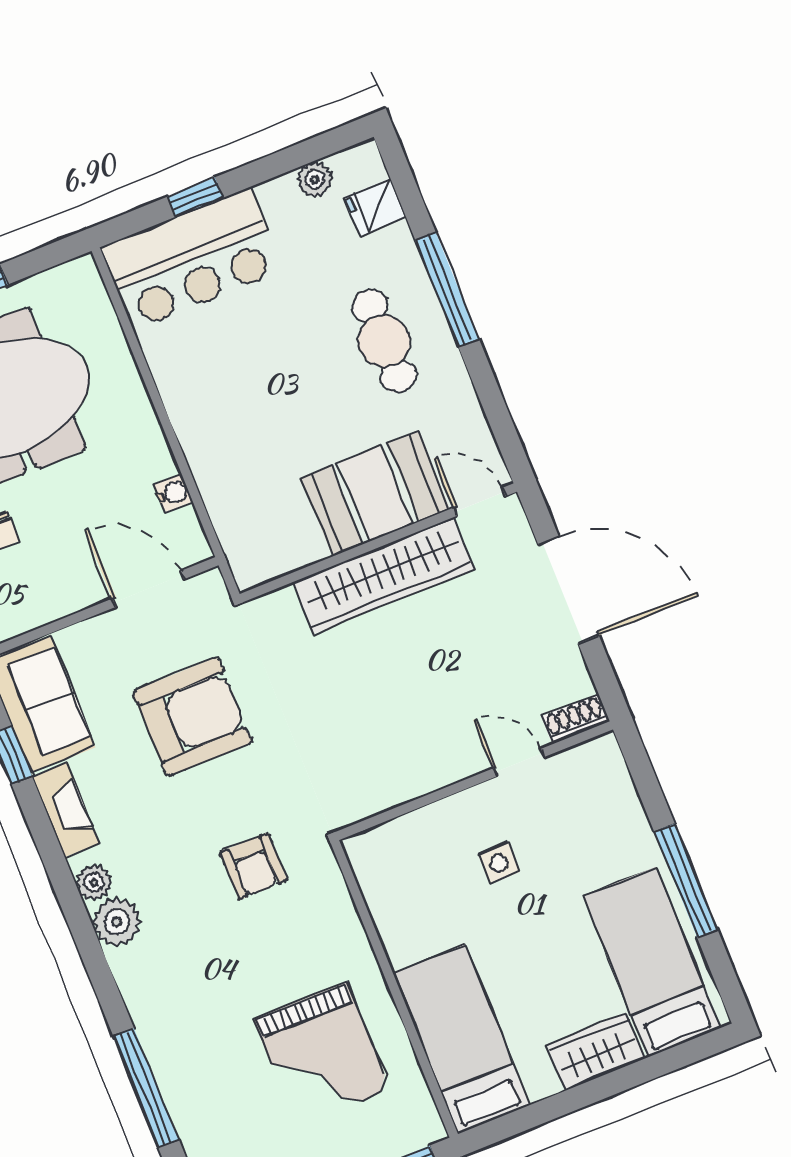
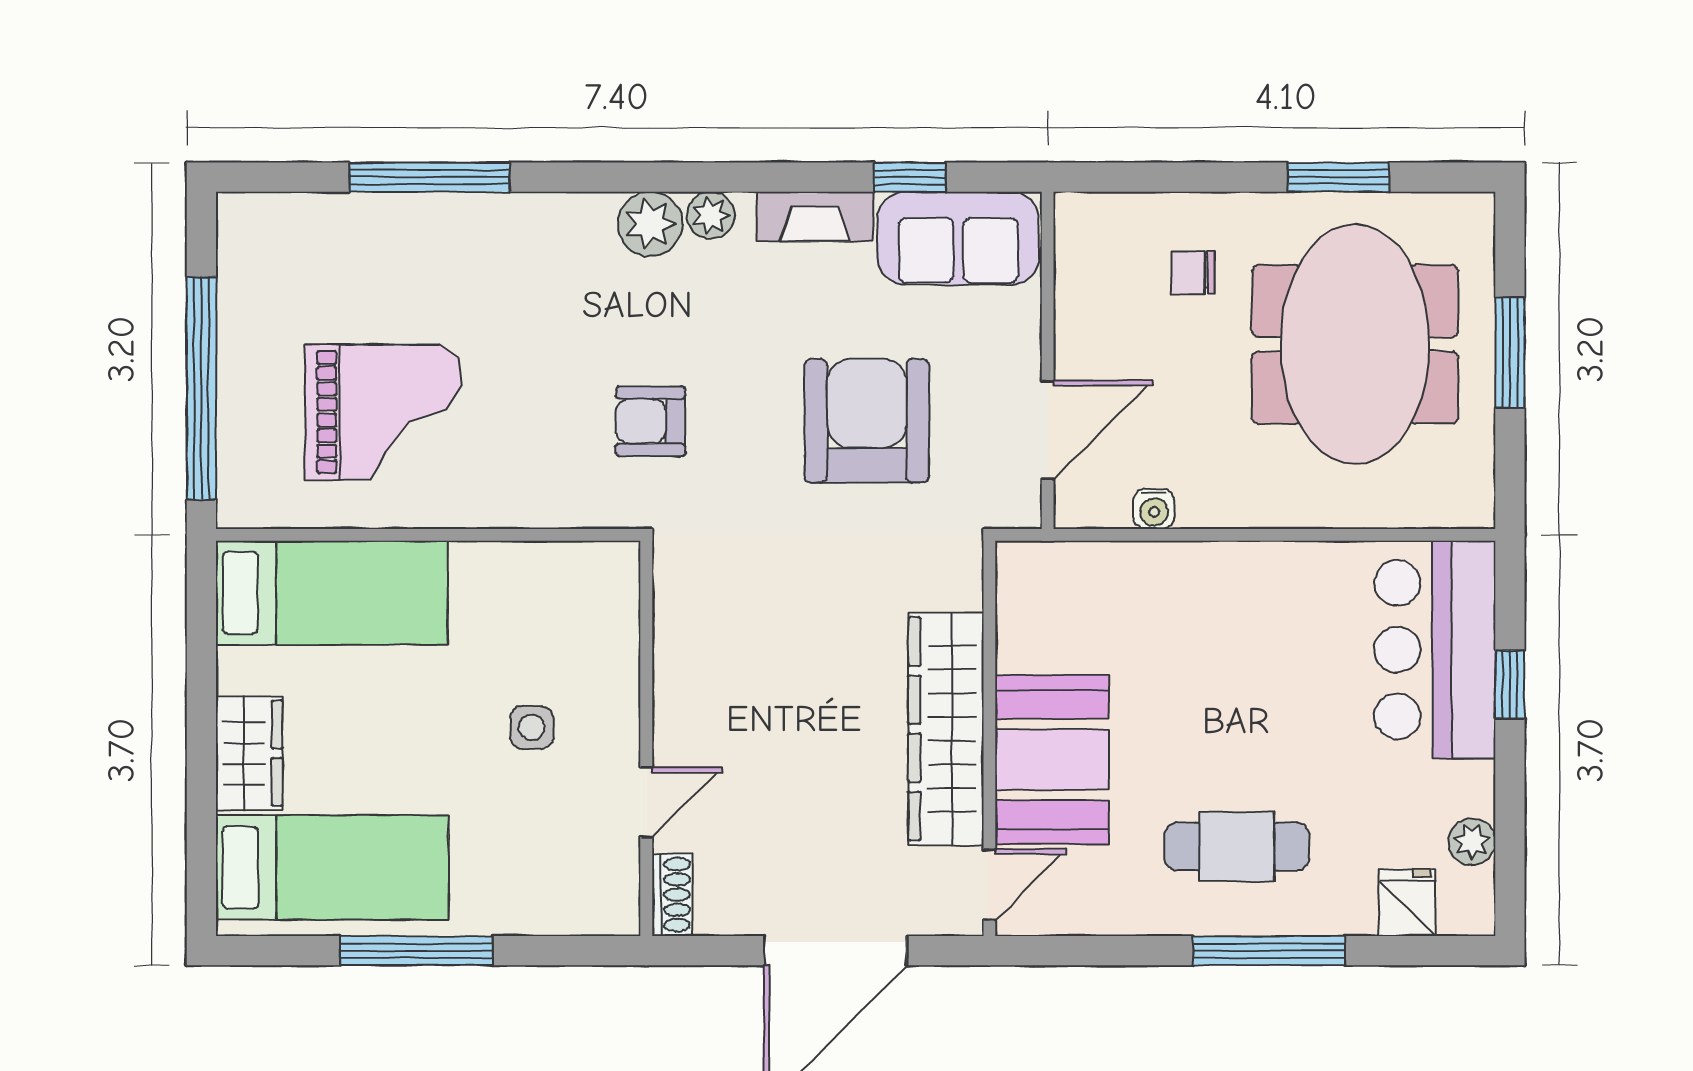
armchair: (192, 717) -> (867, 421), turned 180
grand piano: (322, 1054) -> (383, 412), turned 180

